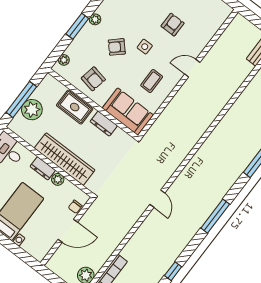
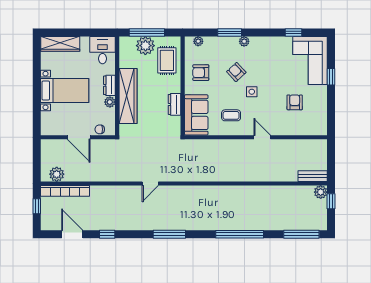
armchair: (173, 25) -> (295, 102), moved, turned -90
armchair: (93, 79) -> (201, 73), turned 79
rug: (75, 107) -> (167, 60), moved

